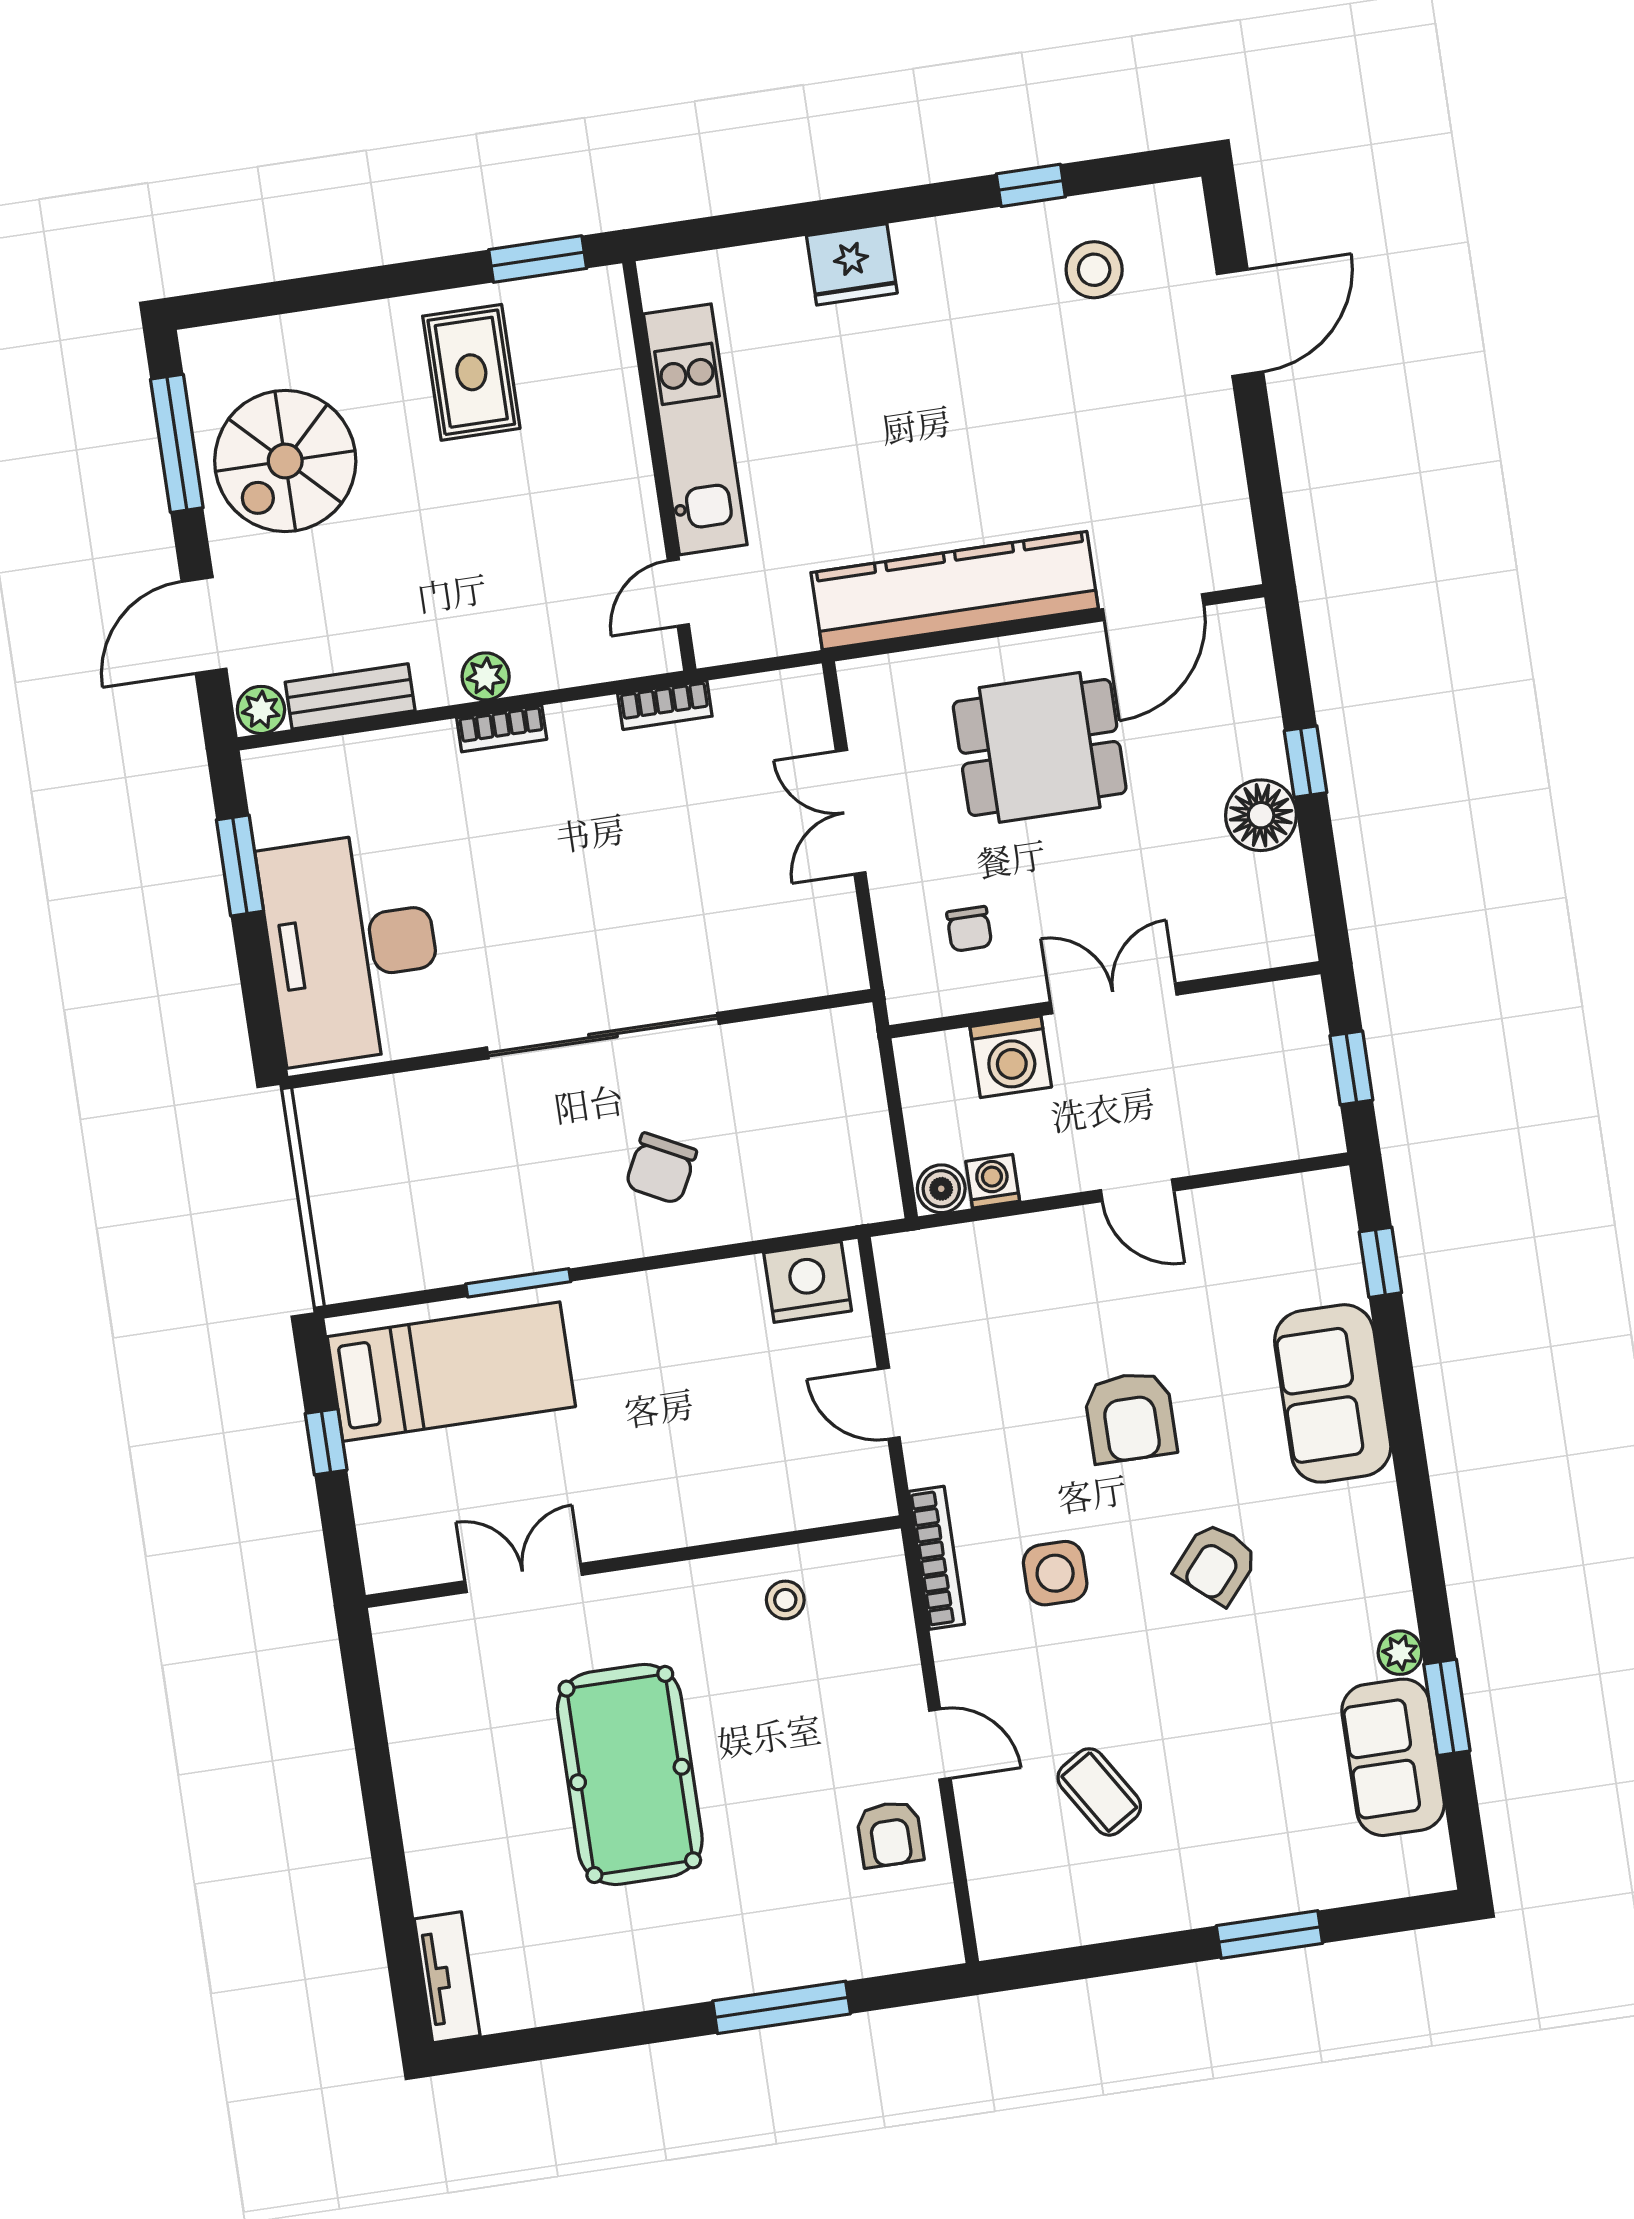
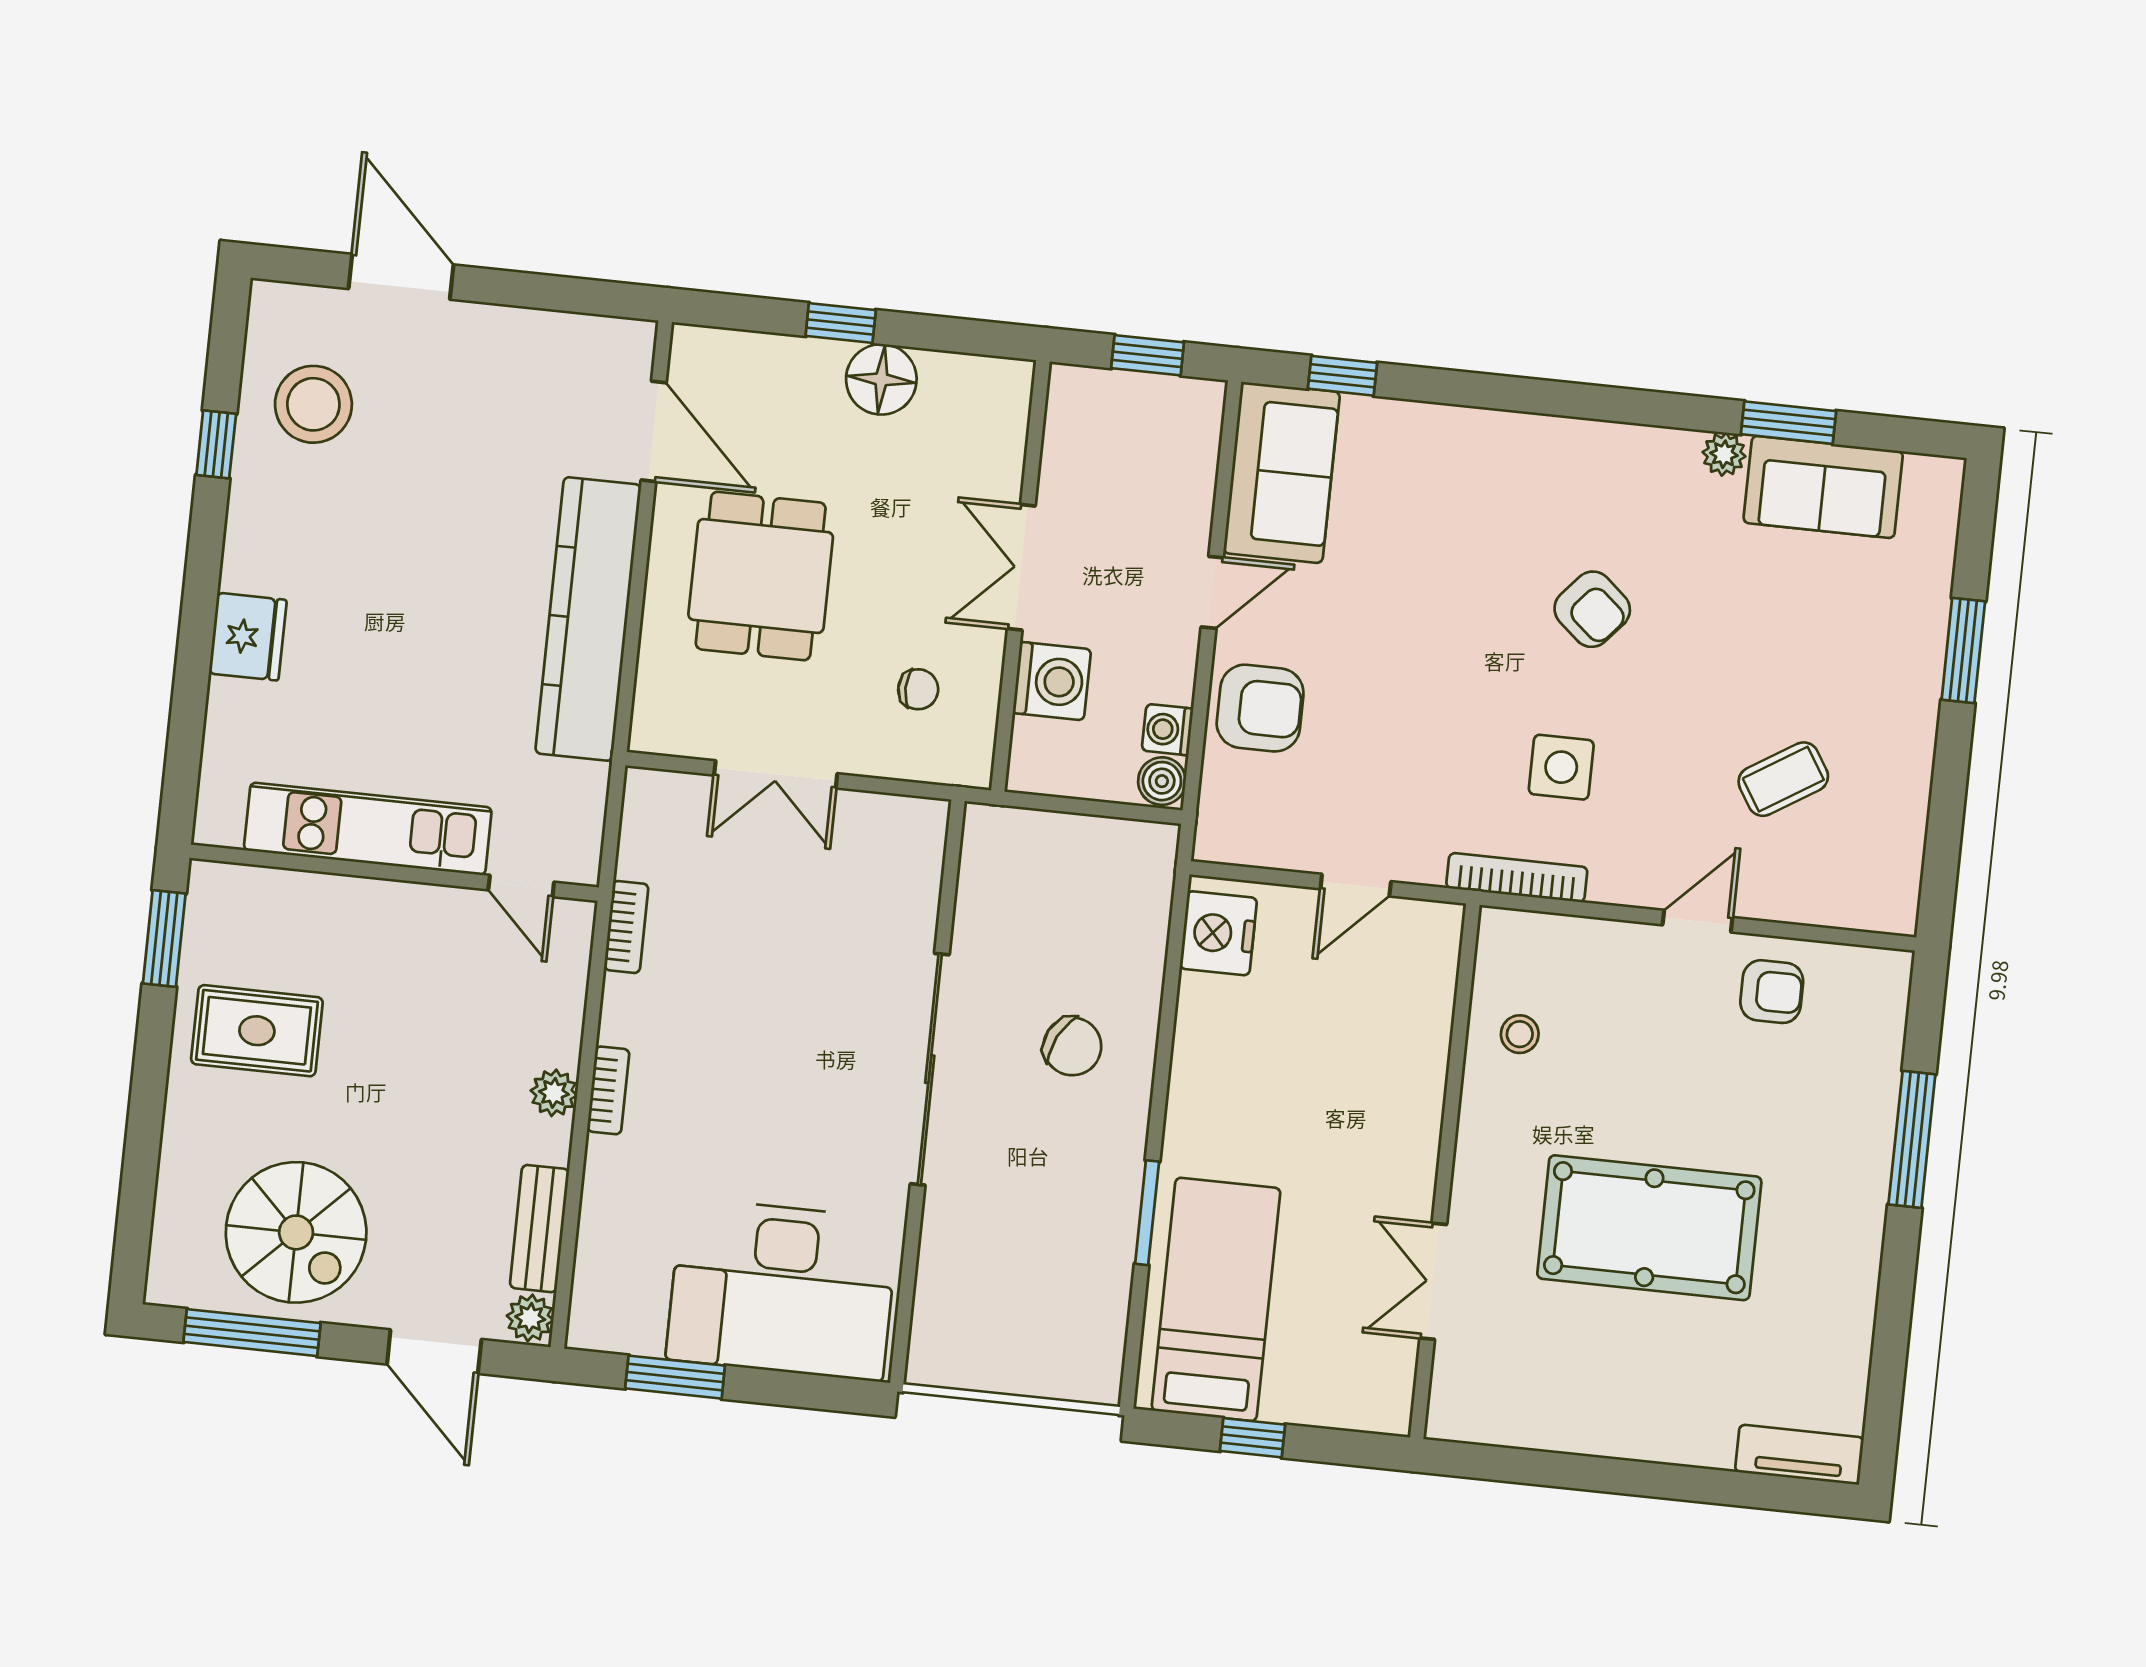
stool: (1094, 270) -> (313, 404), width x1.38, depth x1.38
sofa: (1333, 1393) -> (1282, 473), moved, turned -90
armchair: (1130, 1417) -> (1260, 708), moved

